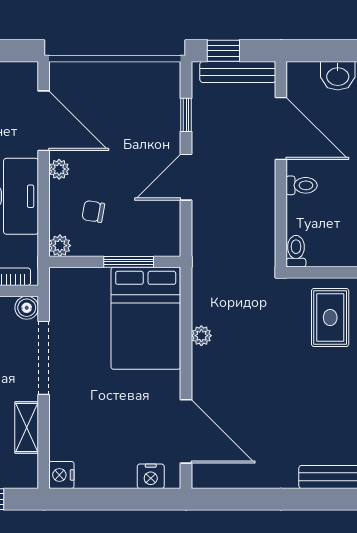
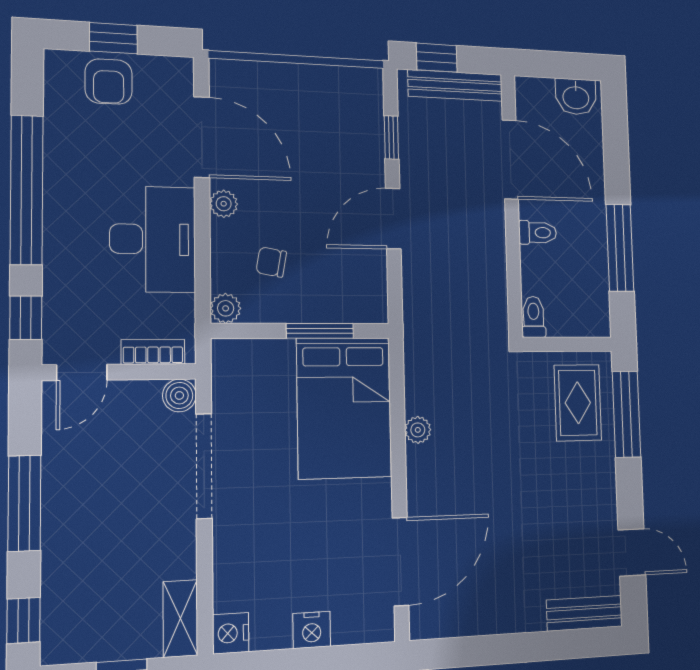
shelving: (27, 428) -> (180, 618), moved
door: (186, 431) -> (401, 562), hinge flipped
nightstand: (151, 476) -> (312, 630), moved

